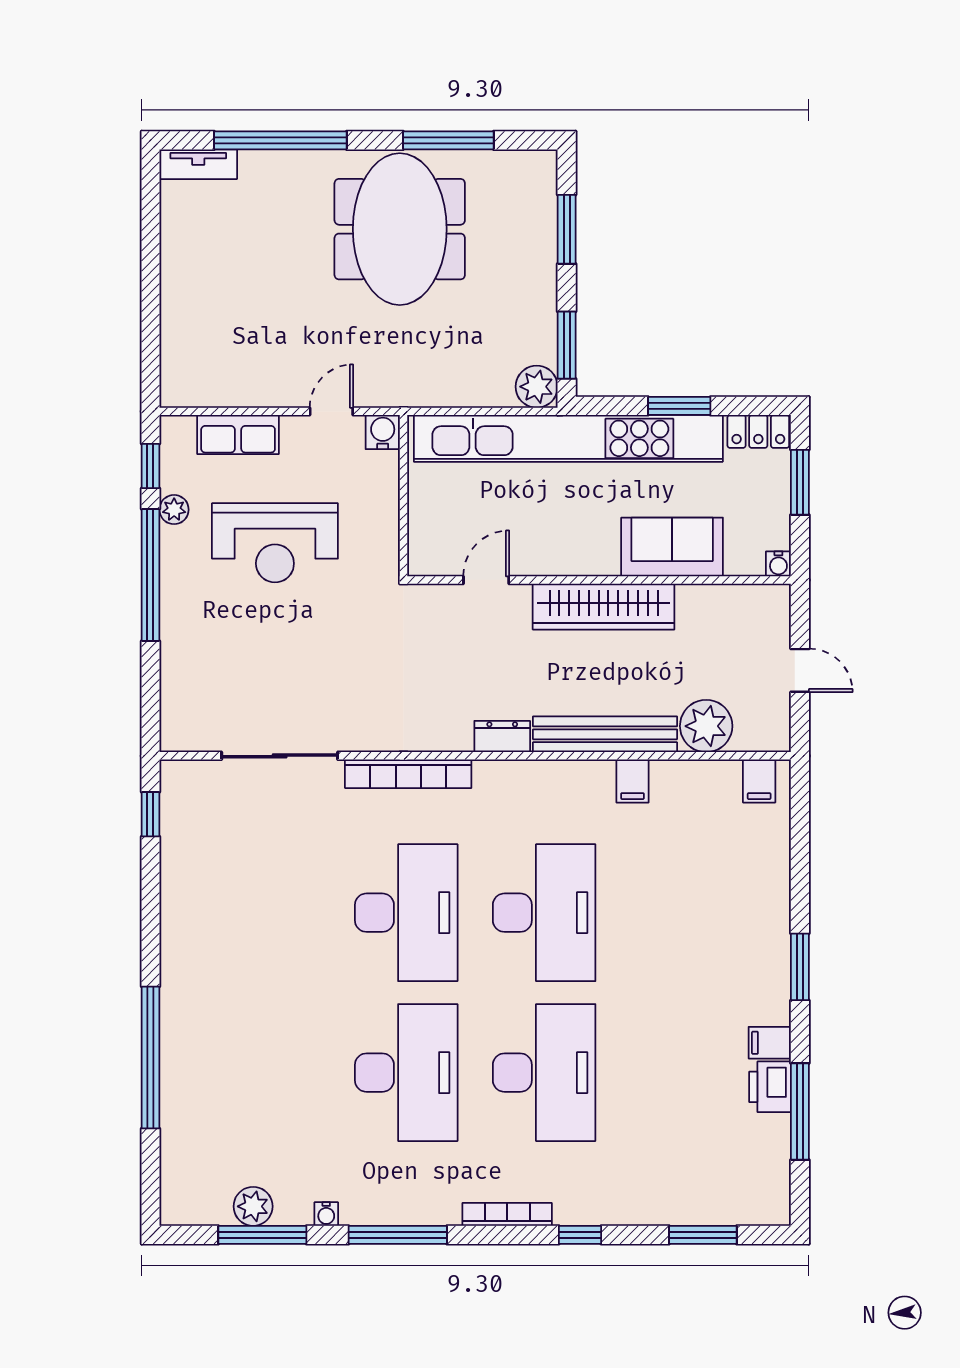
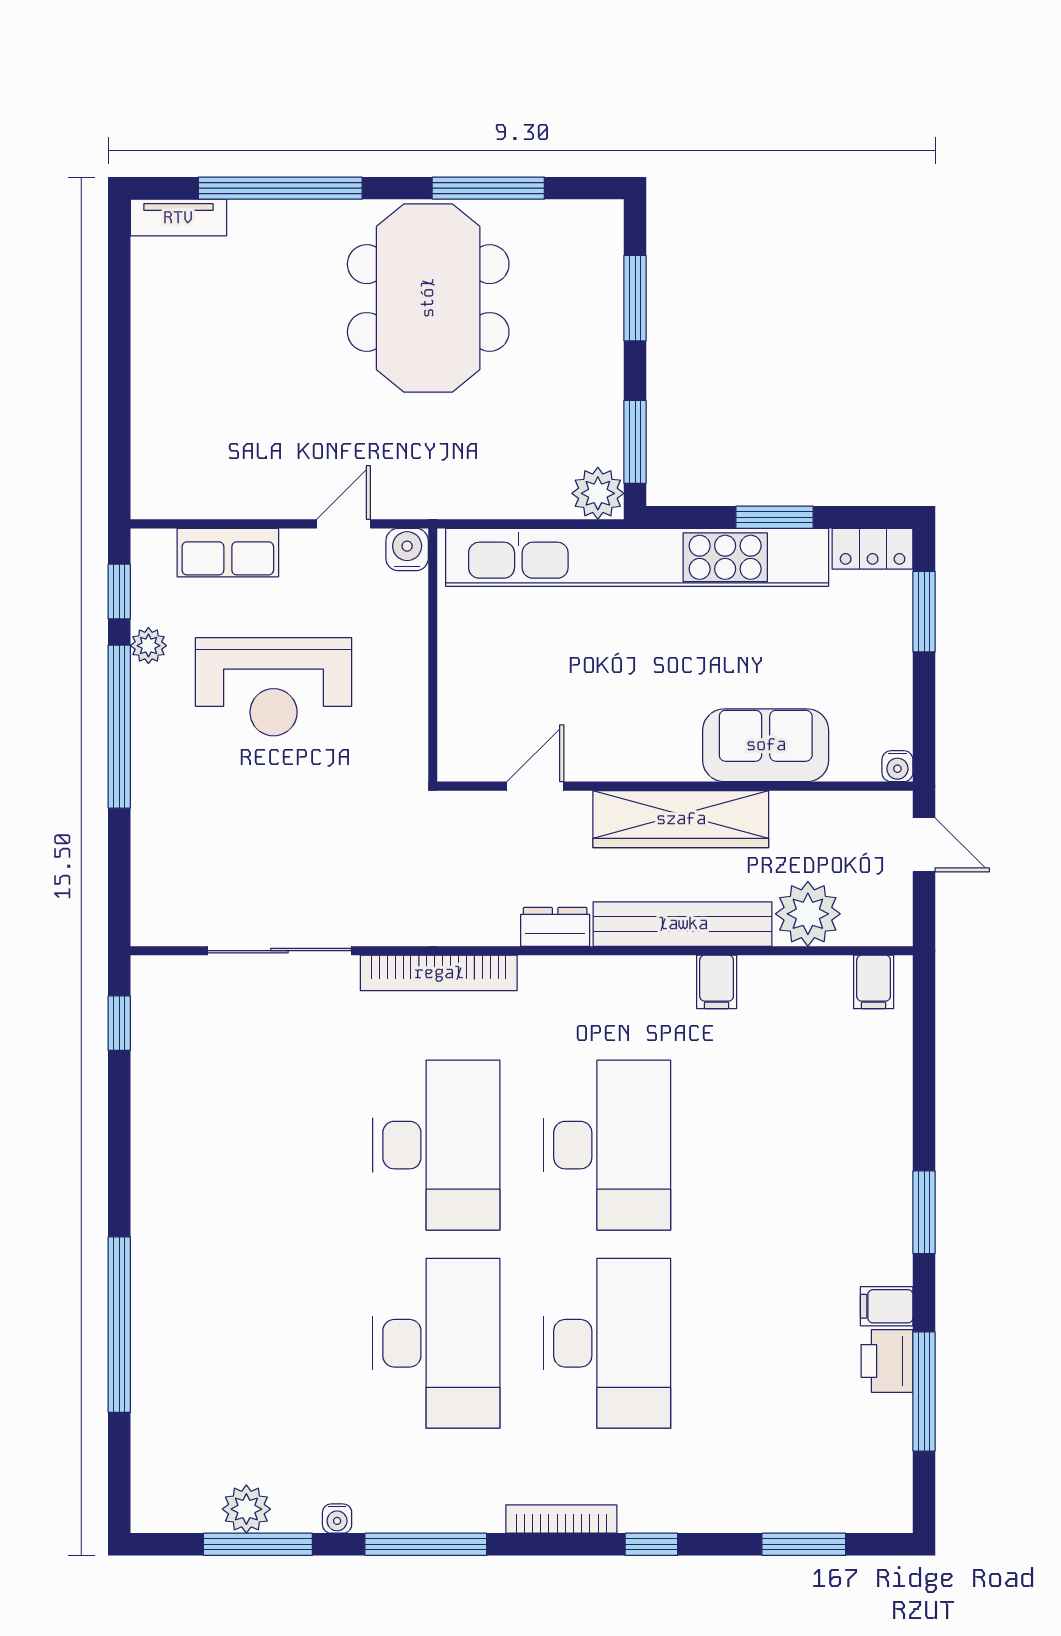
sofa: (672, 547) -> (766, 745), moved
water cooler: (778, 564) -> (897, 766), moved
door: (486, 580) -> (535, 786), moved
wall: (599, 580) -> (675, 786), moved
wardrobe: (604, 607) -> (681, 819), moved

